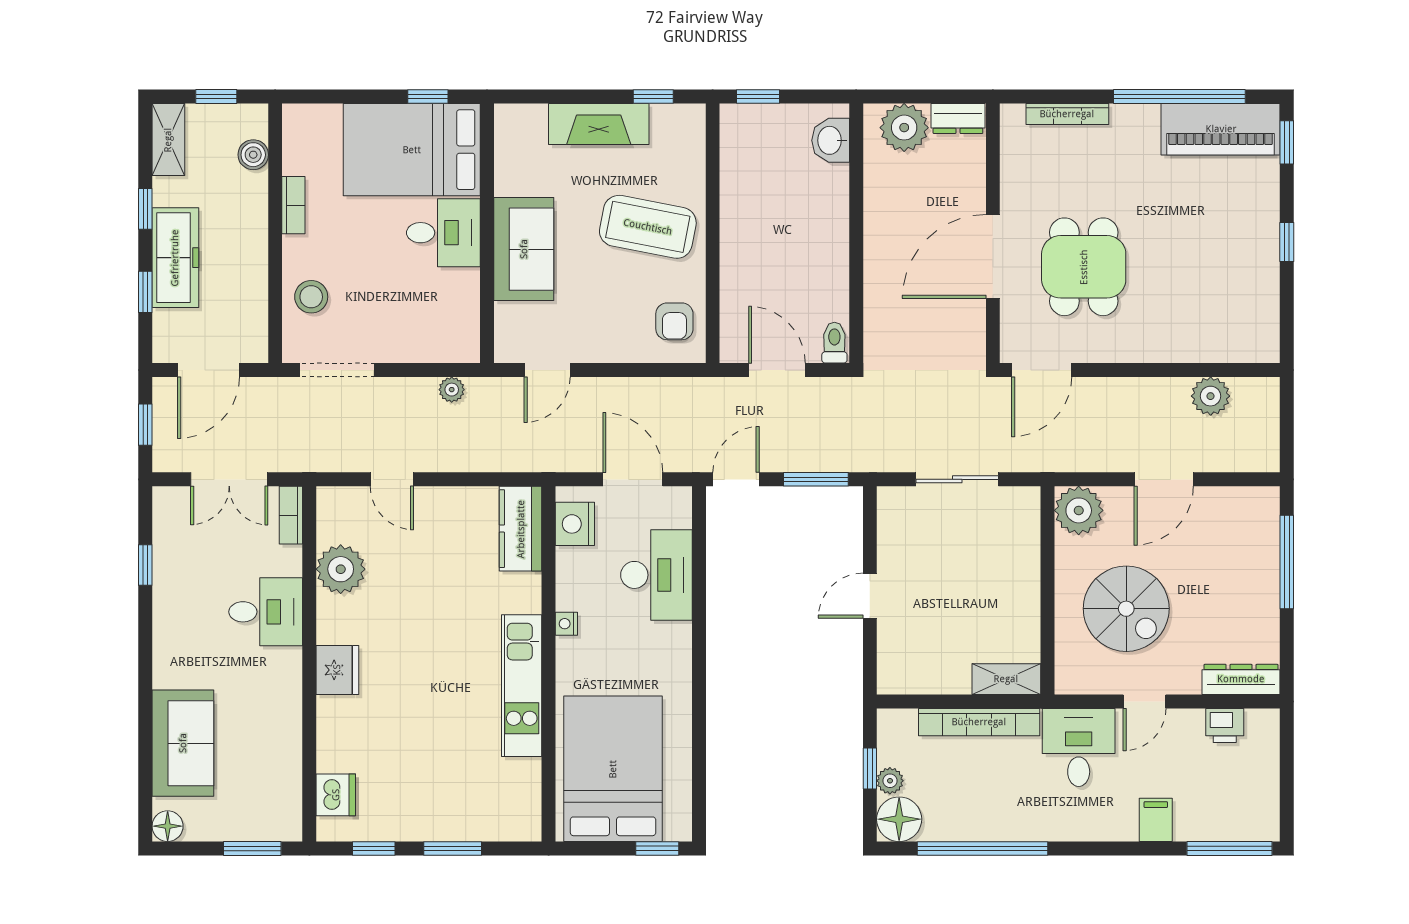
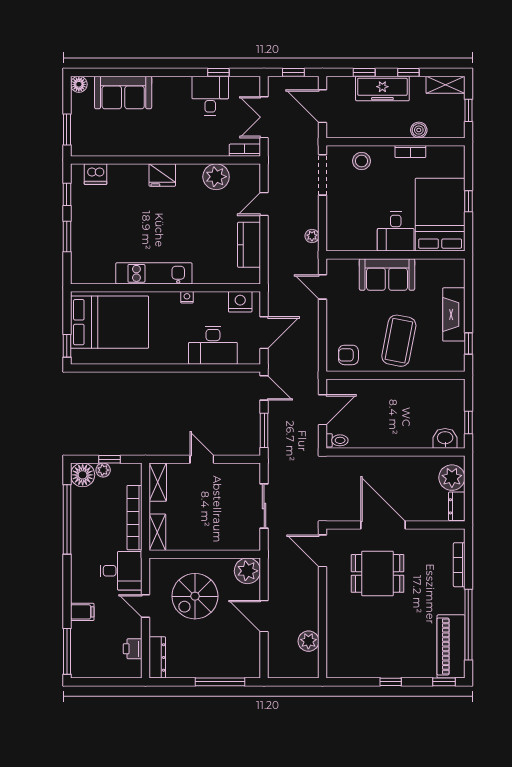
window: (428, 97) -> (468, 201), moved
window: (758, 97) -> (468, 423), moved
boiler: (253, 155) -> (419, 130), moved
kitchen counter: (521, 529) -> (249, 245), moved, turned -90
desk: (266, 612) -> (210, 96), moved, turned 180
shelving: (913, 678) -> (158, 482), added

